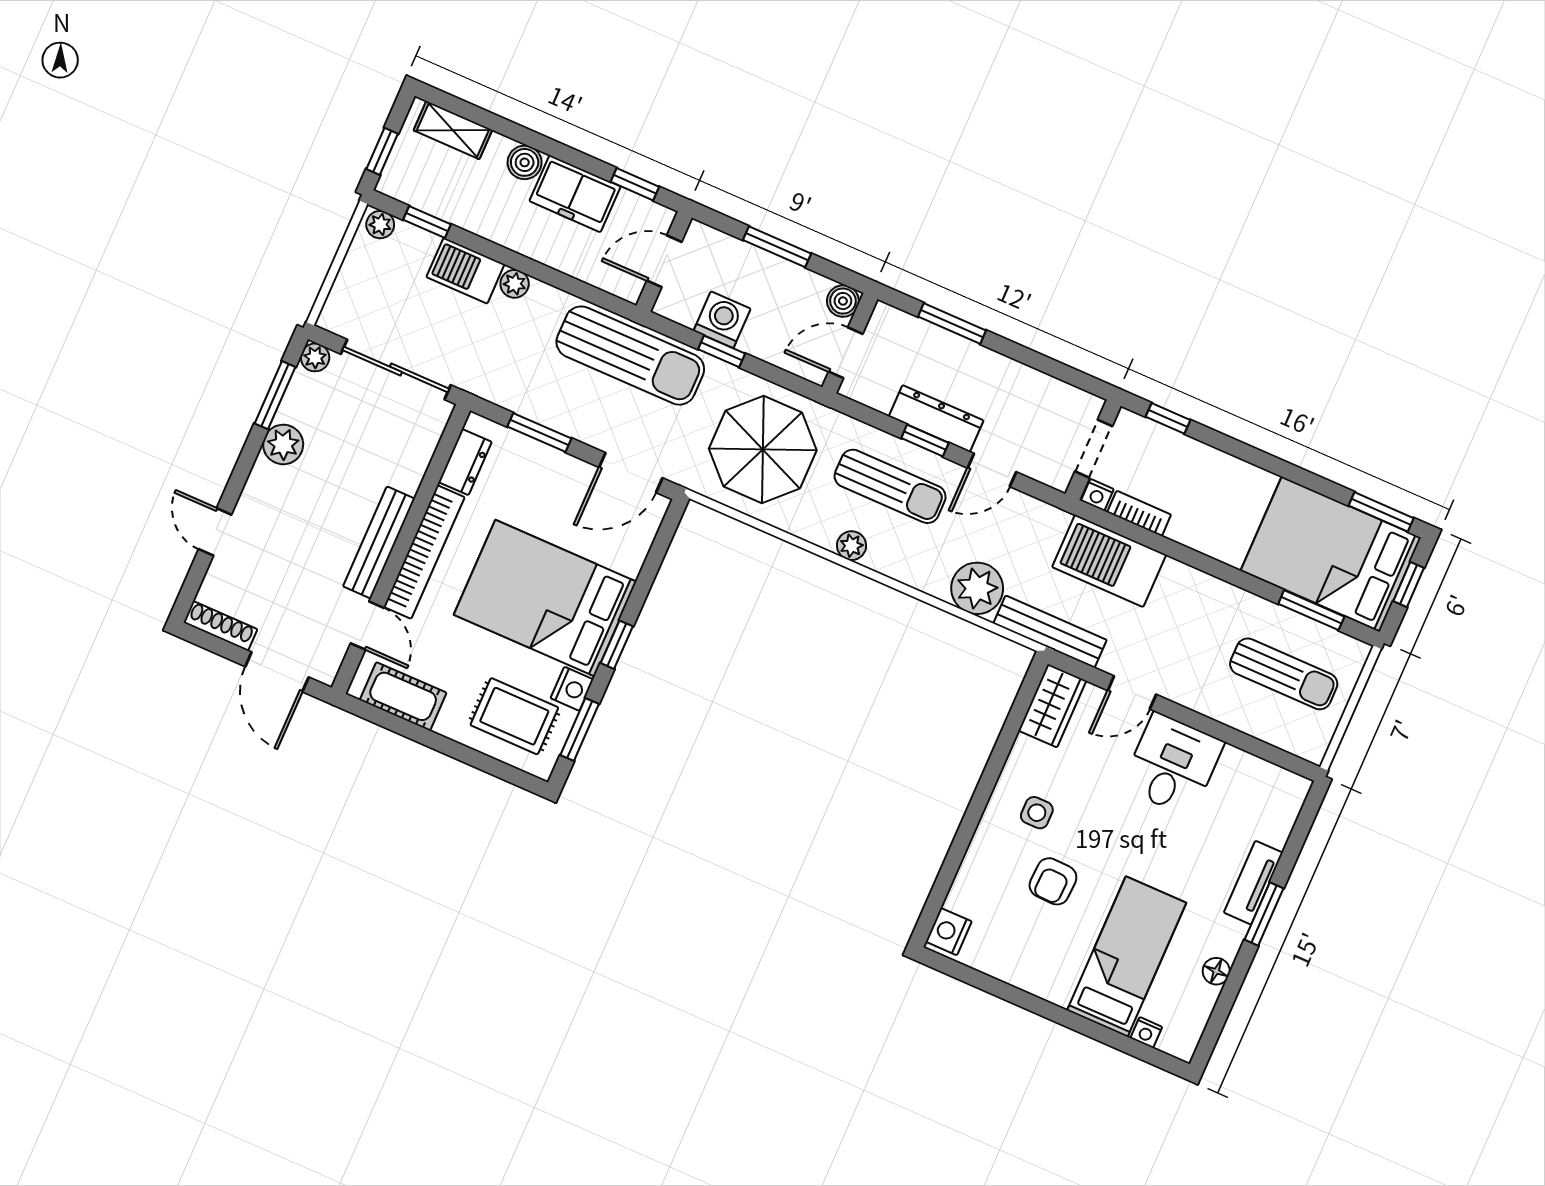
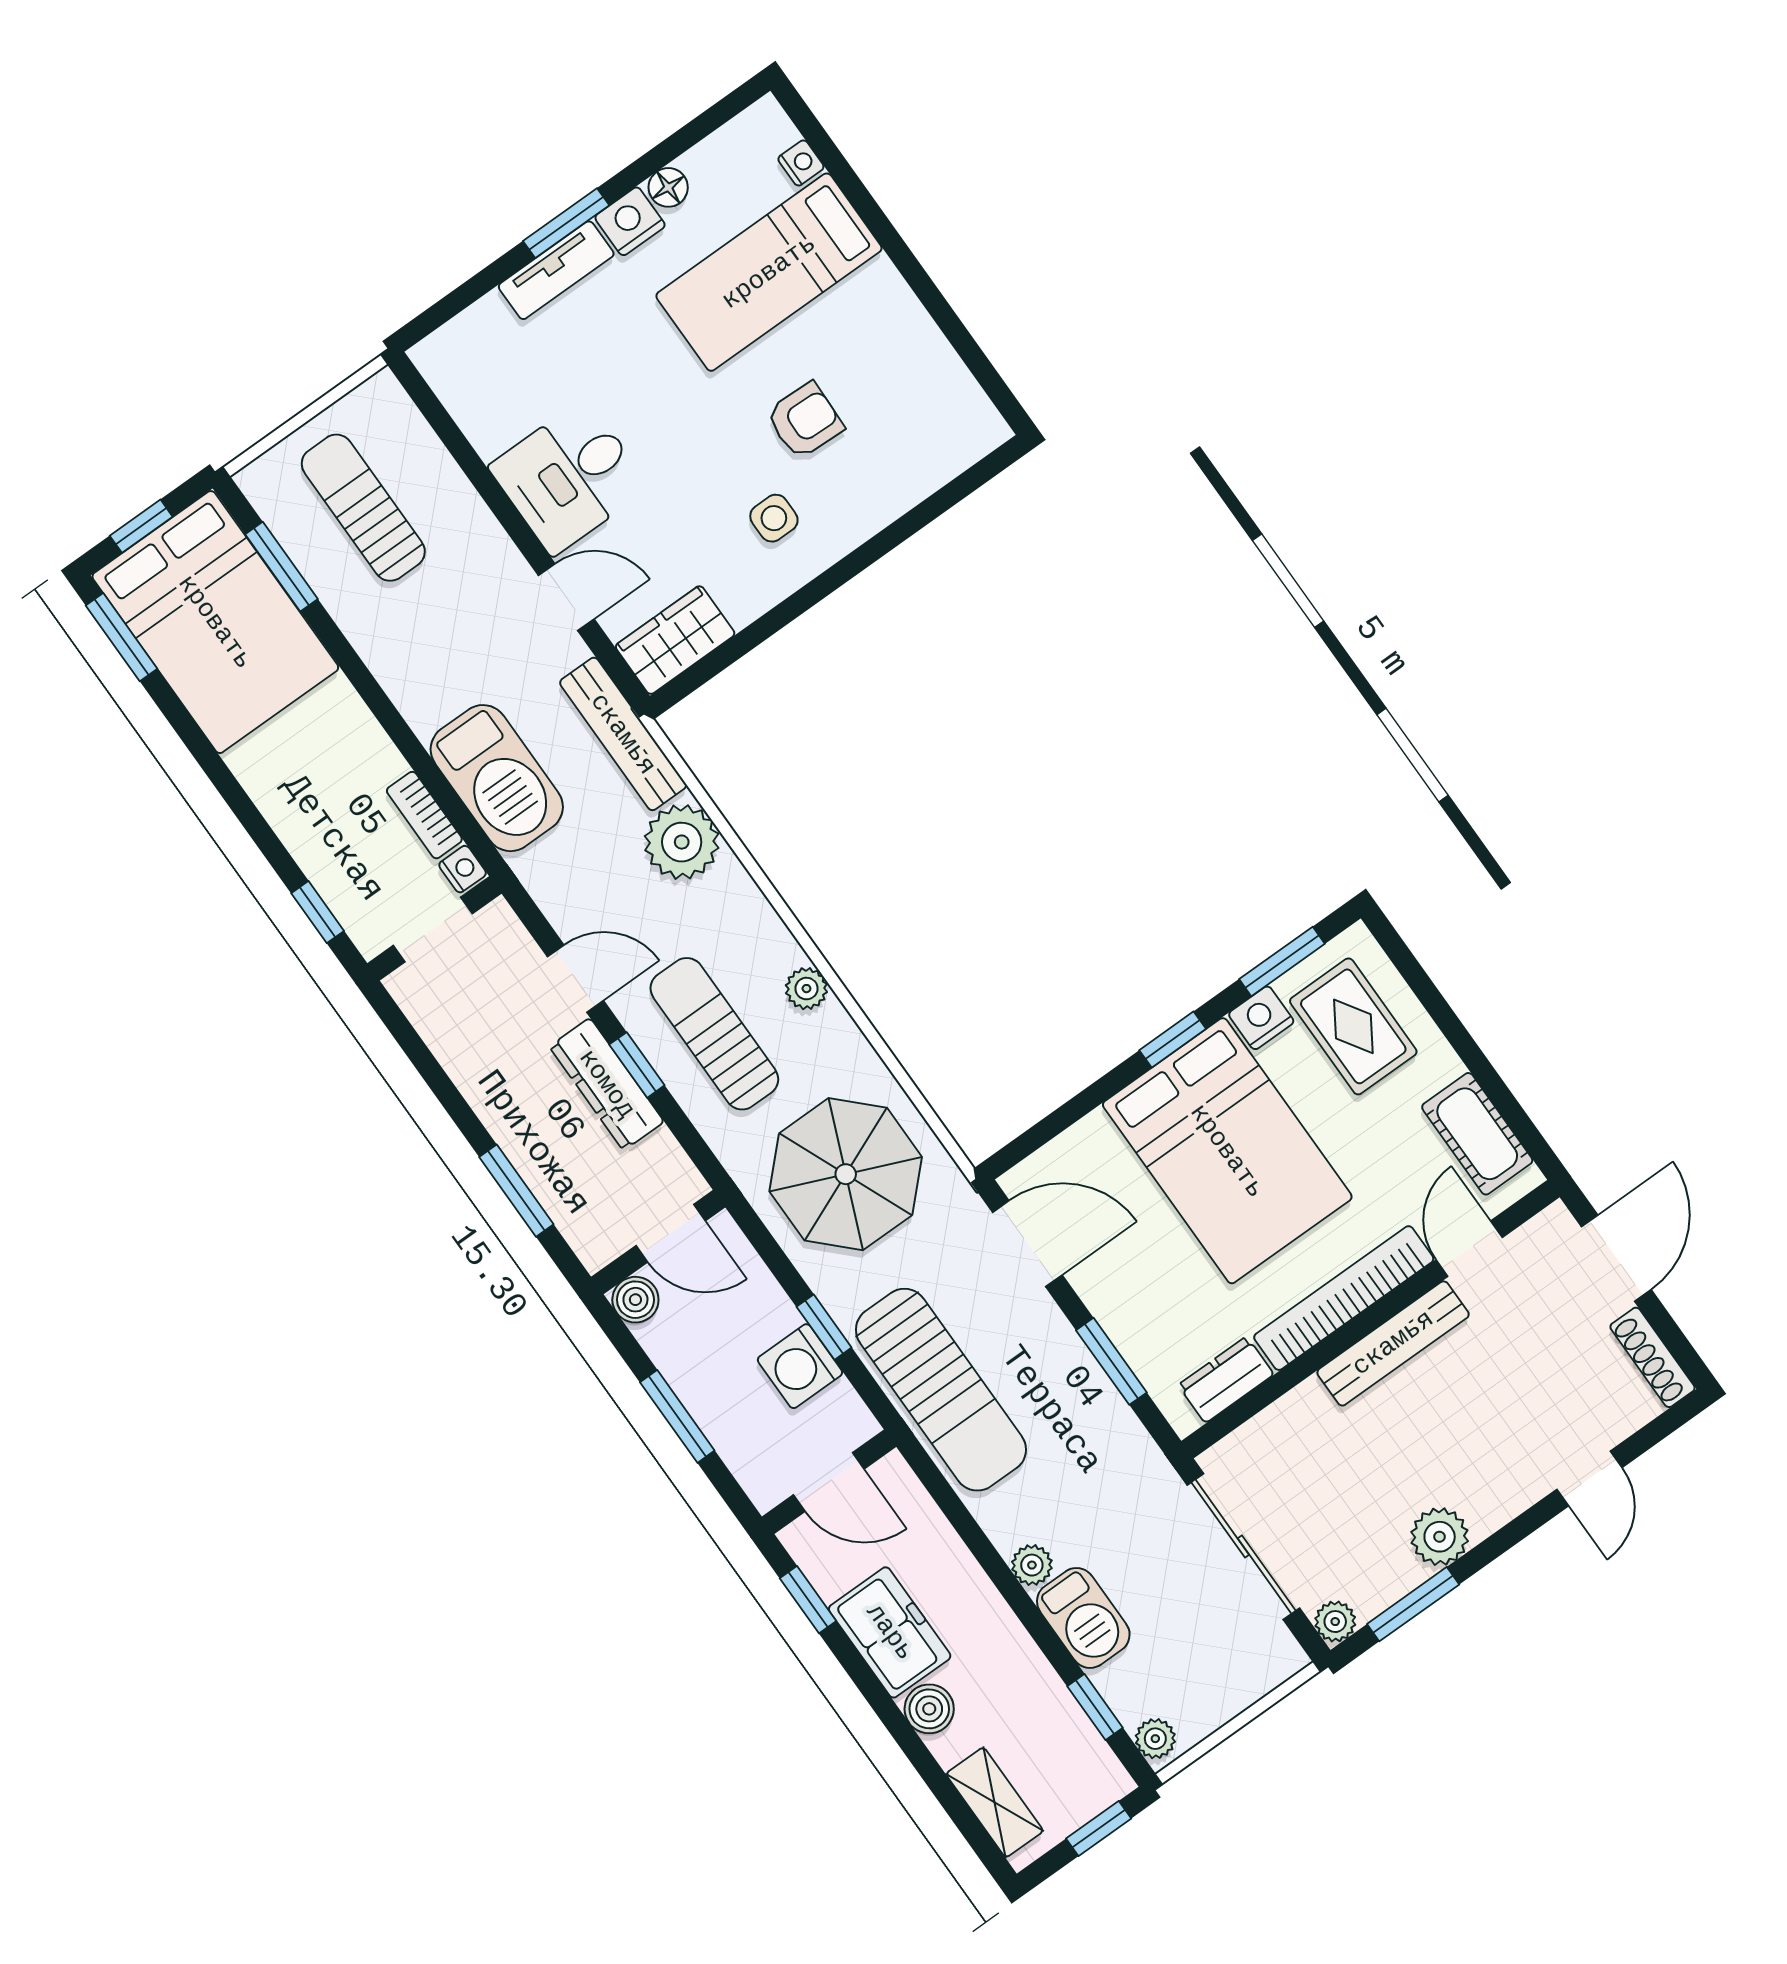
sun lounger: (630, 356) -> (941, 1390), turned 180
nightstand: (949, 932) -> (630, 221), moved, turned 180

